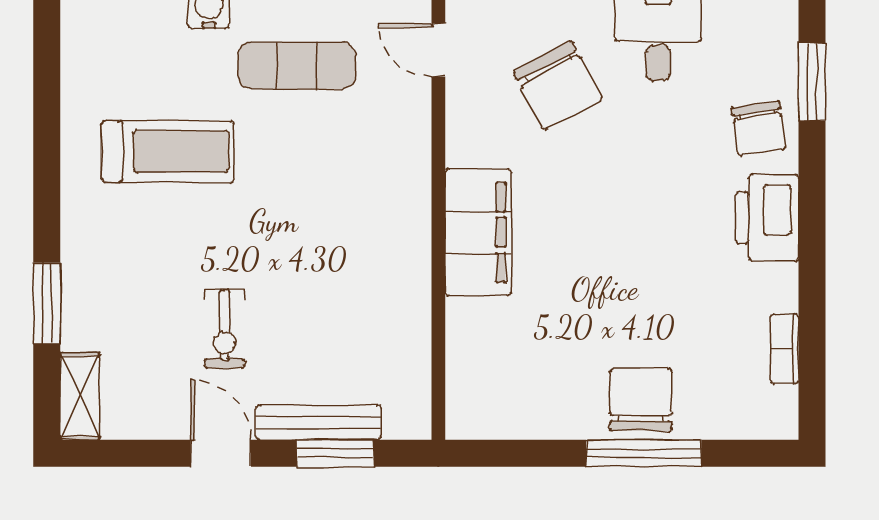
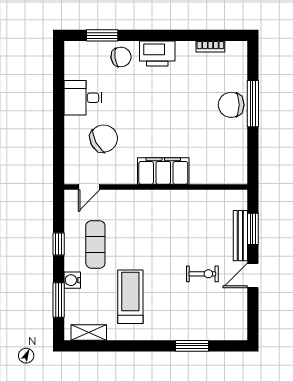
shelving: (80, 396) -> (89, 333), moved

